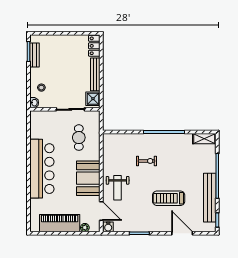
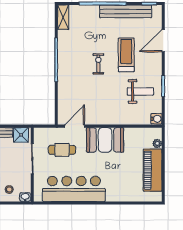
exercise bike: (147, 161) -> (98, 64), moved
bar counter: (42, 169) -> (74, 189), moved
weight bench: (118, 188) -> (140, 91), moved
treadmill: (169, 198) -> (126, 55), turned 180
door: (101, 211) -> (75, 126), moved

